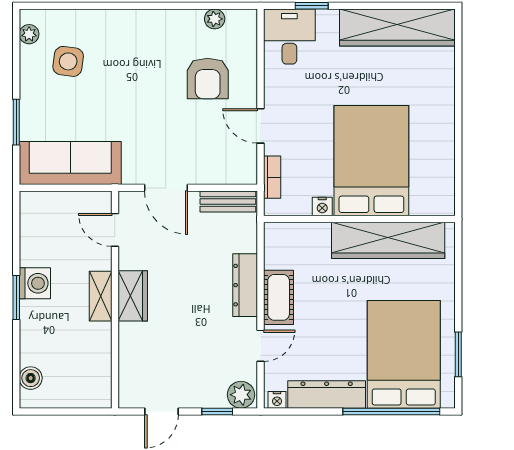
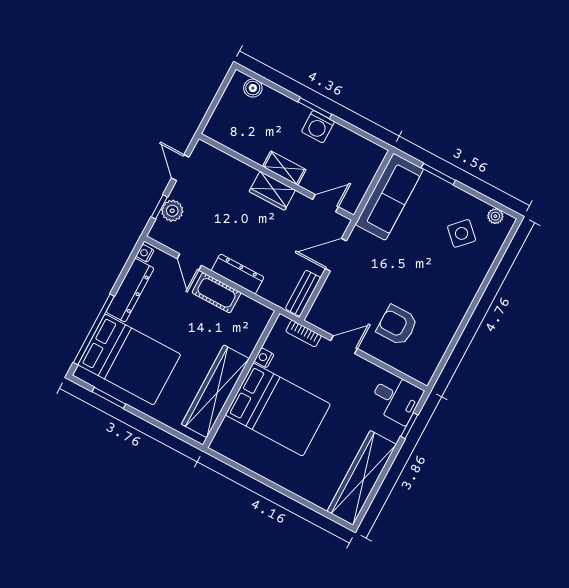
plant: (215, 19) -> (436, 352), removed
side table: (68, 61) -> (462, 233), turned 36
plant: (241, 395) -> (172, 211), moved

